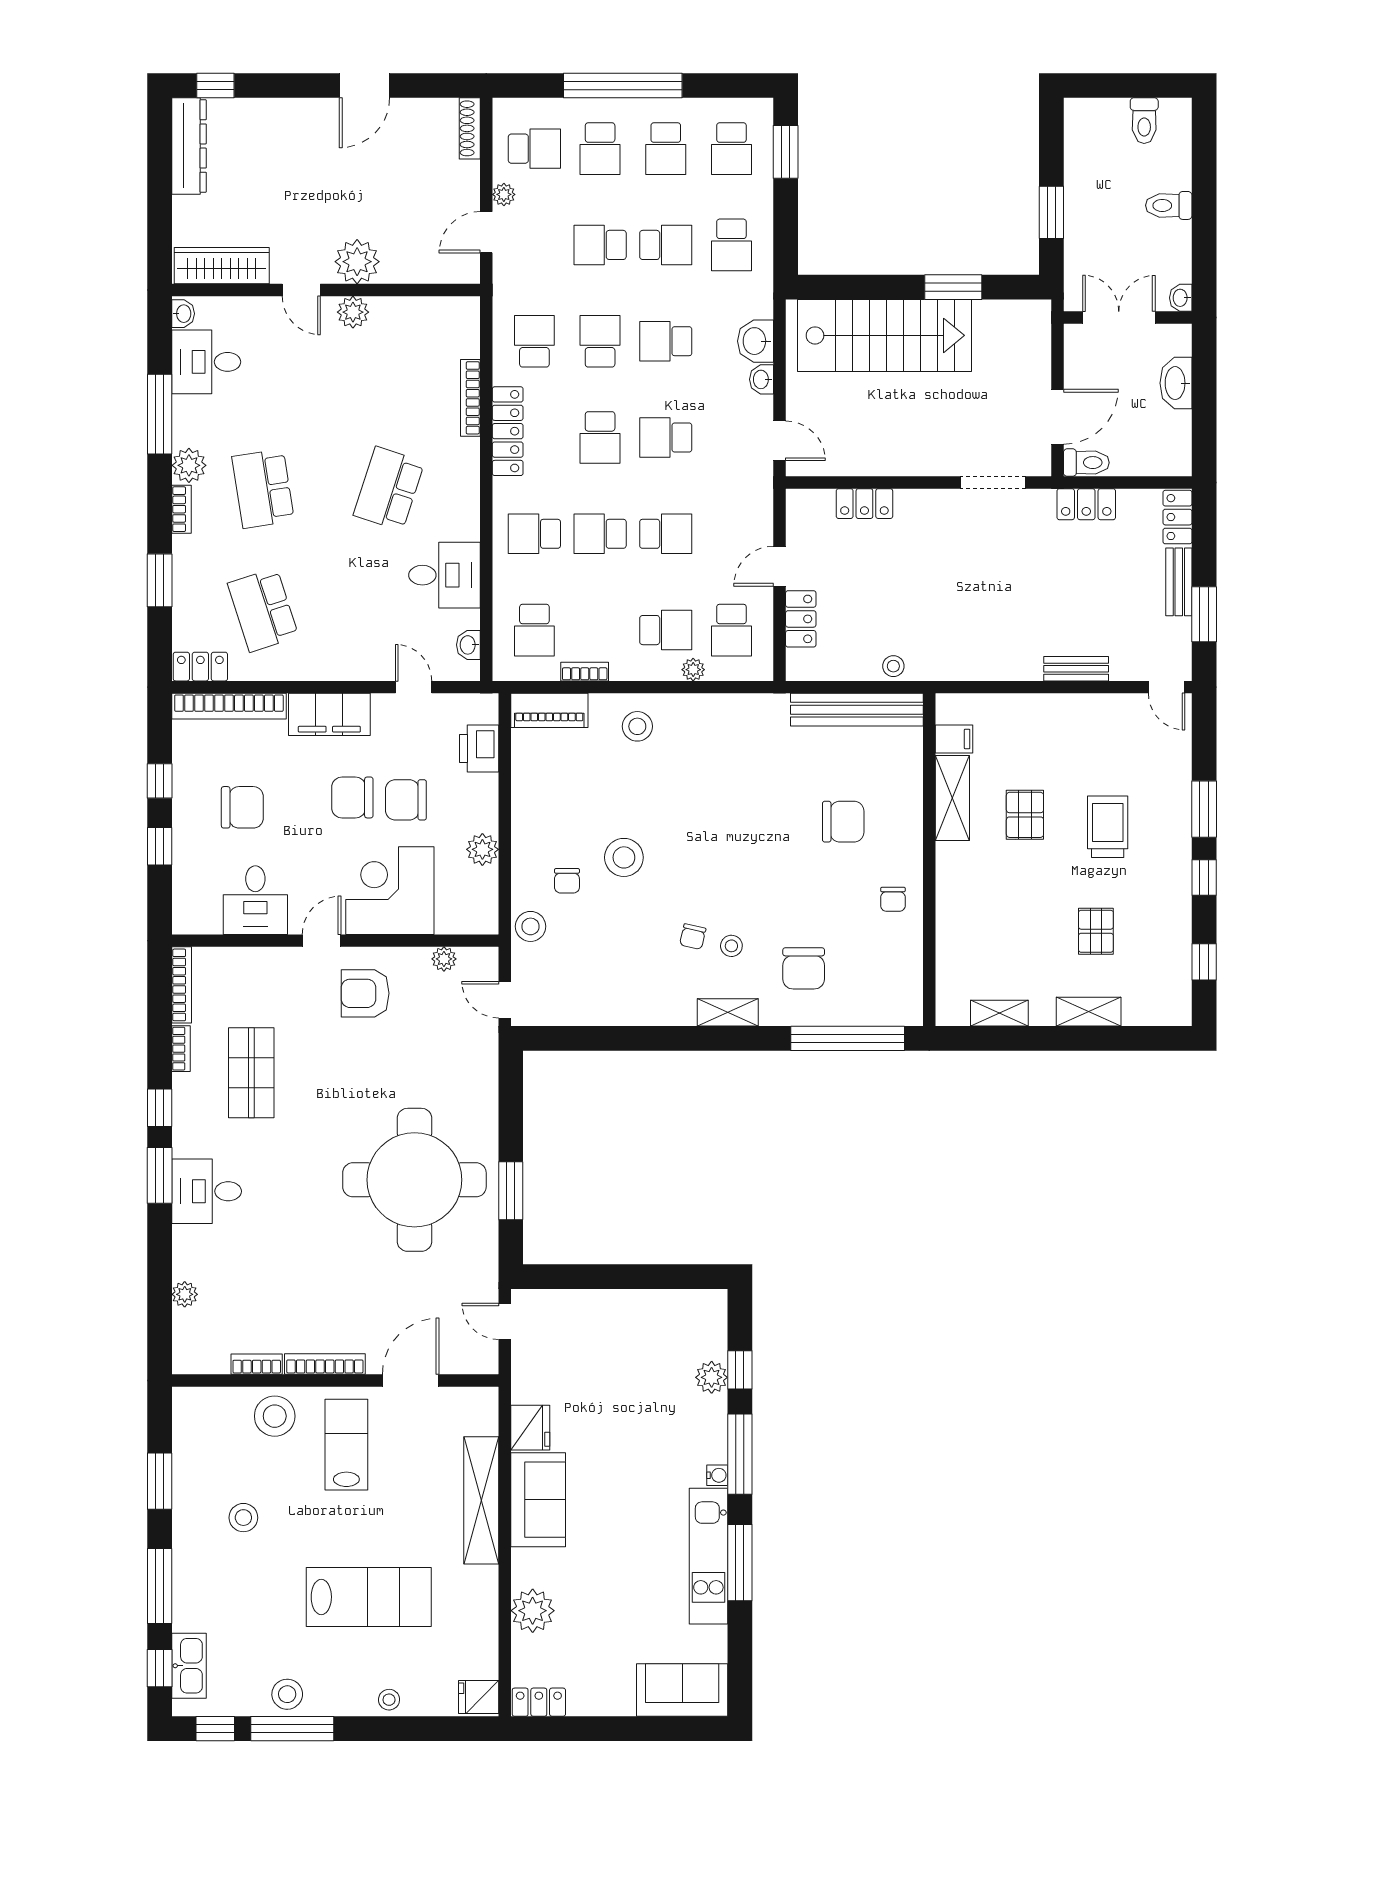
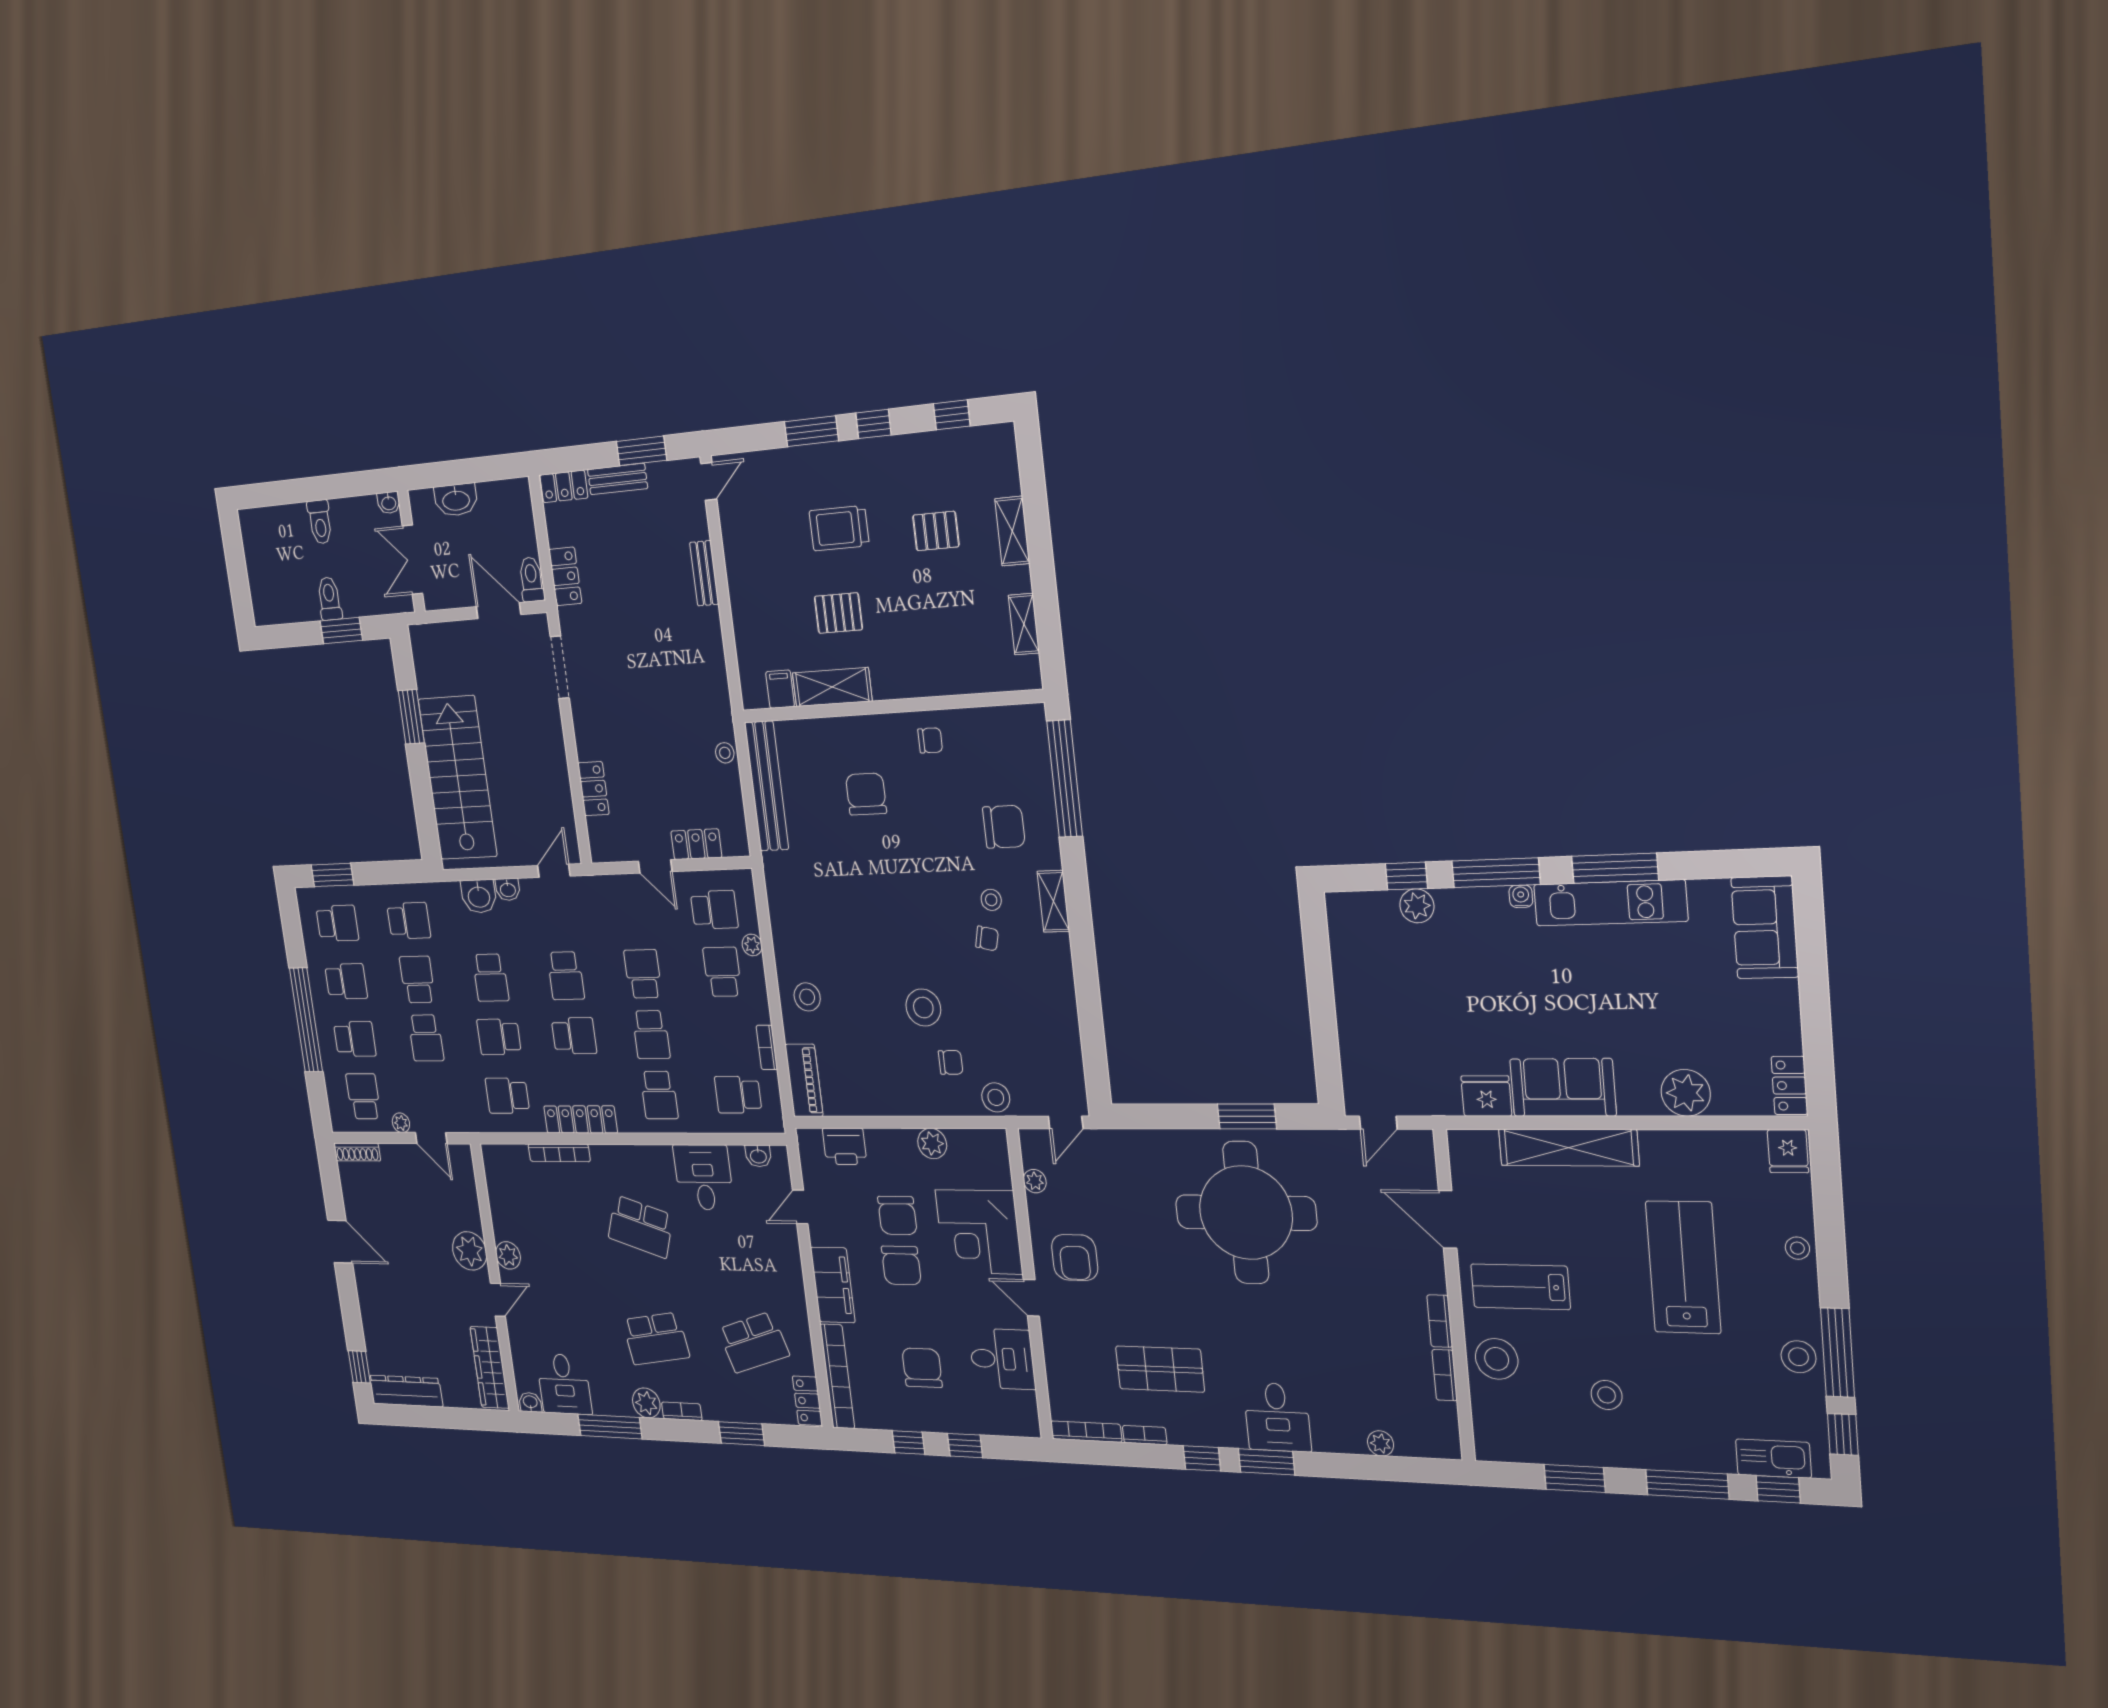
toilet: (1144, 121) -> (329, 599), moved, turned -90
school desk: (534, 630) -> (738, 1095), turned 180
bookcase: (325, 1364) -> (1440, 1321), width x0.64

